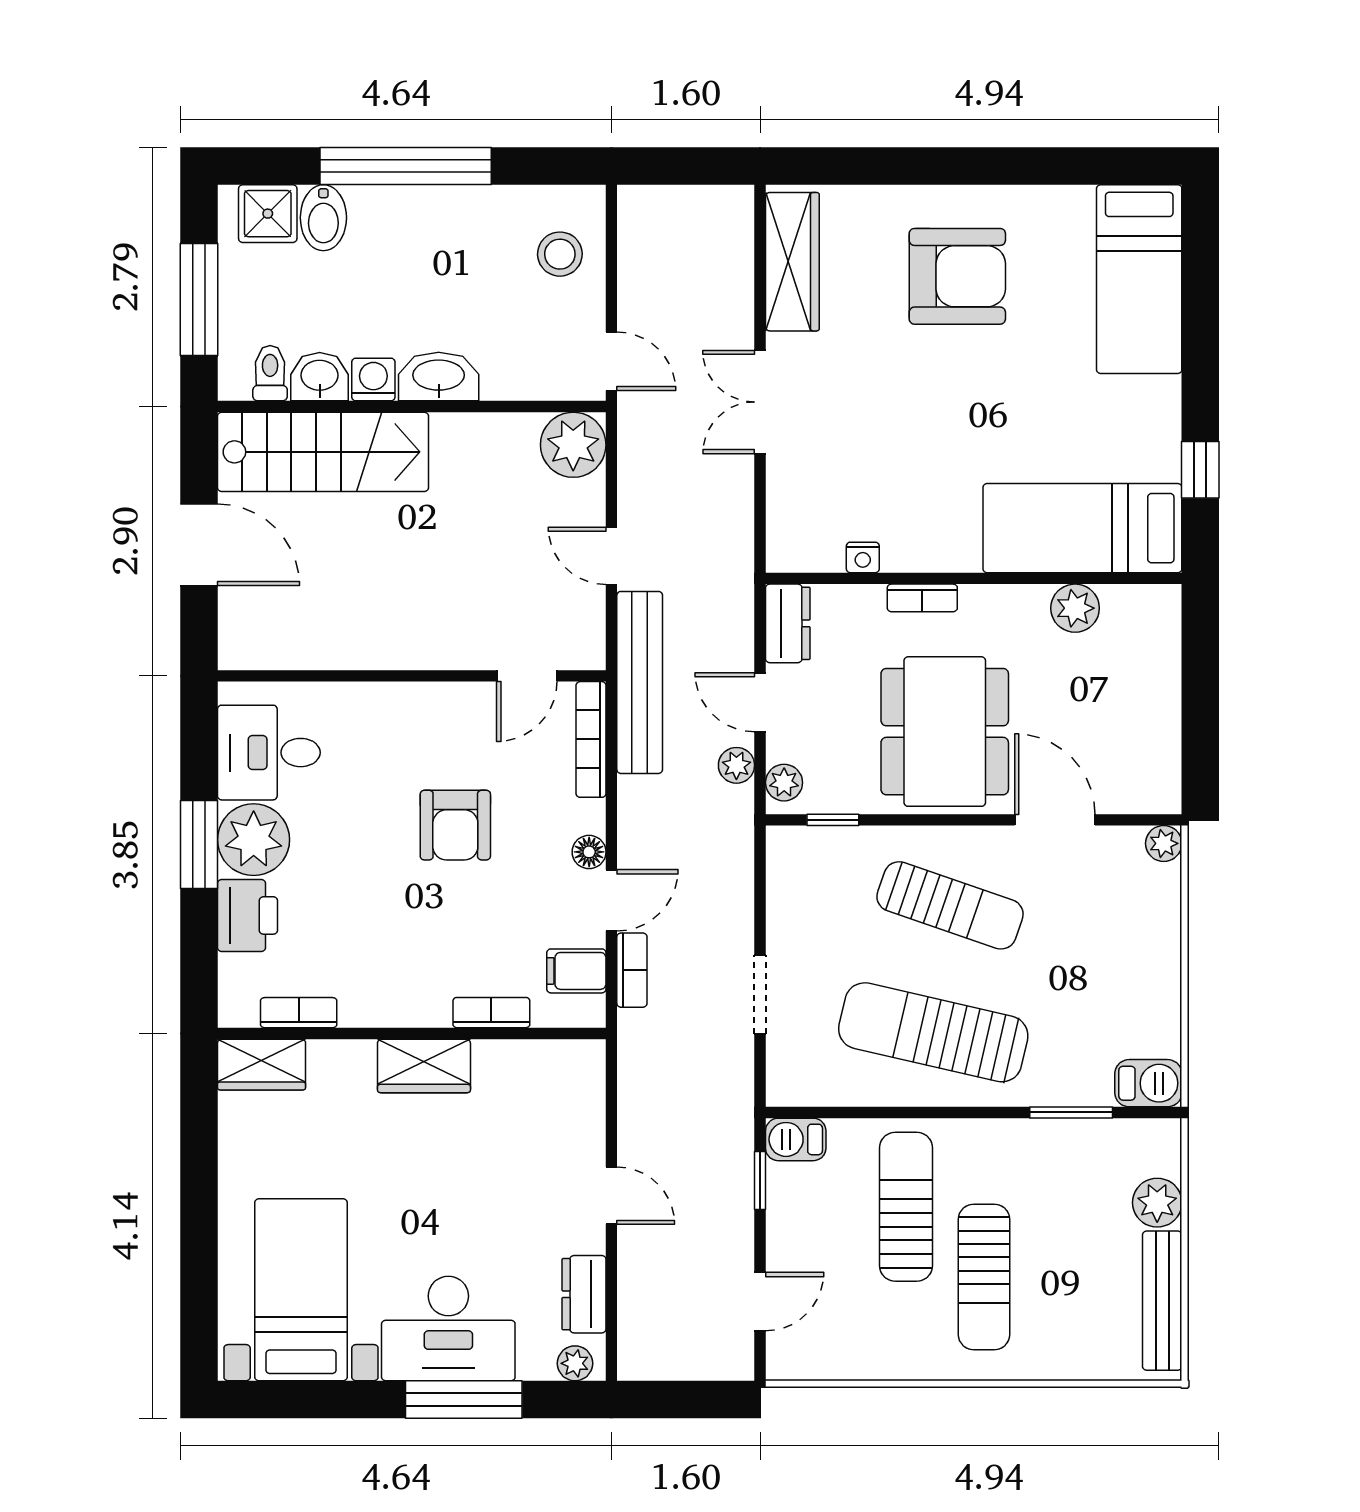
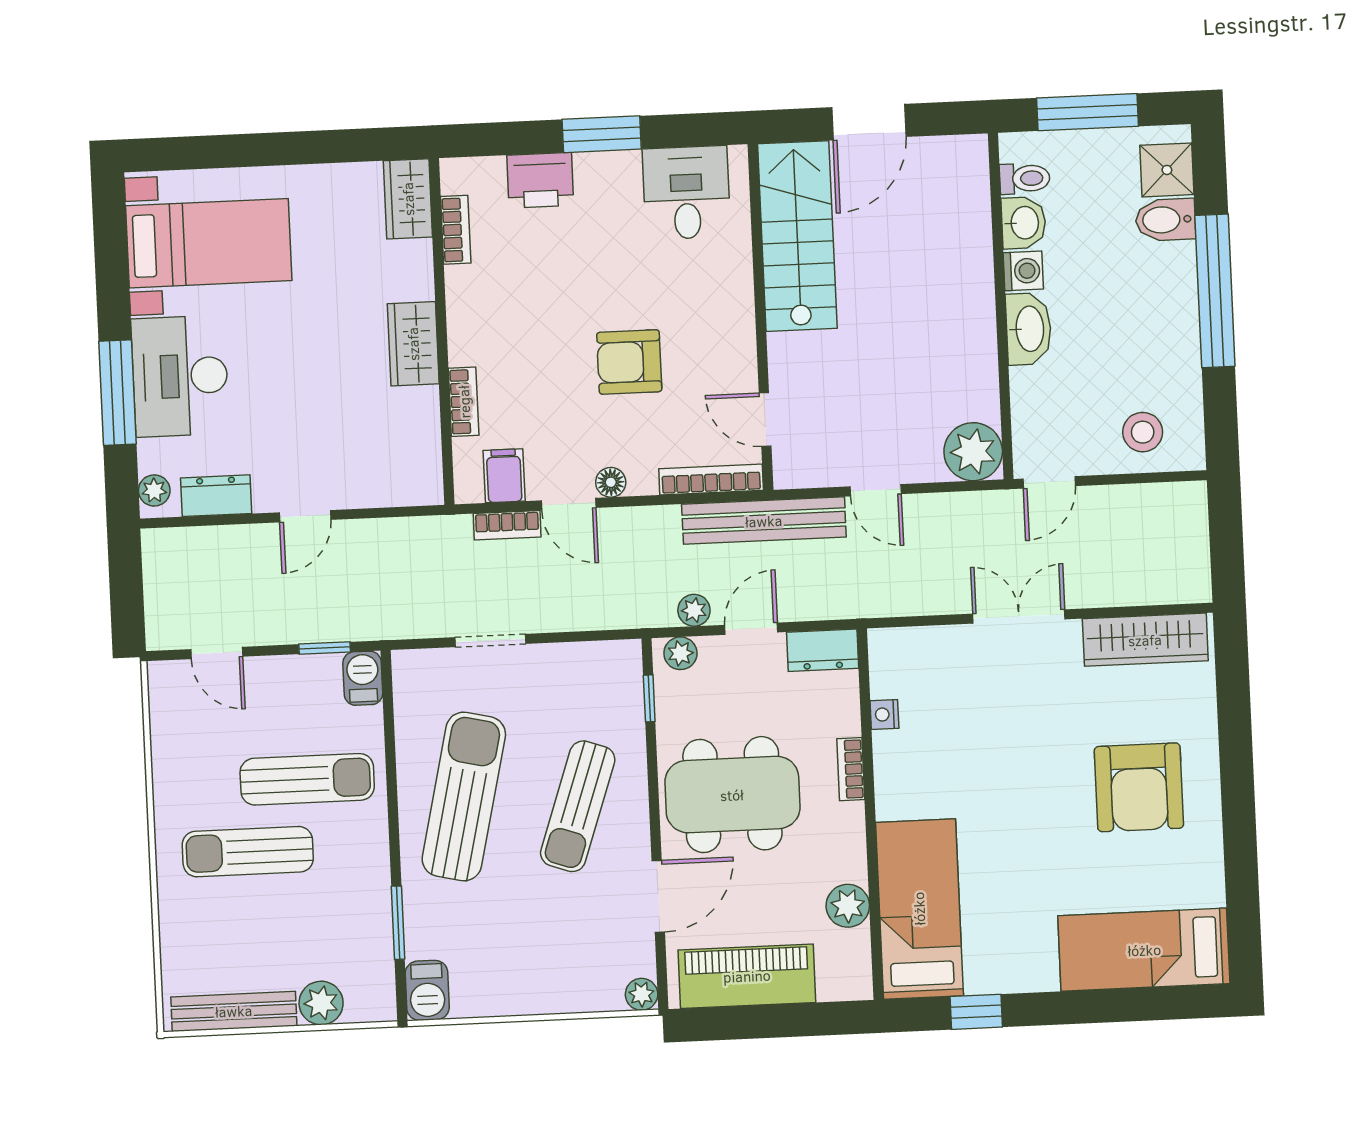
stairs: (323, 452) -> (797, 236), moved, turned 180
door: (611, 556) -> (876, 490), swing flipped
piano: (1149, 725) -> (747, 976), added
plant: (254, 840) -> (608, 183), removed

